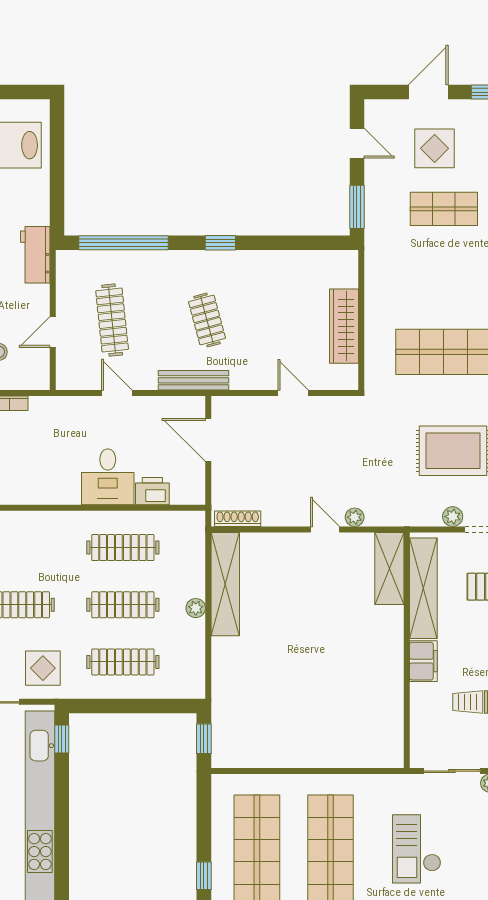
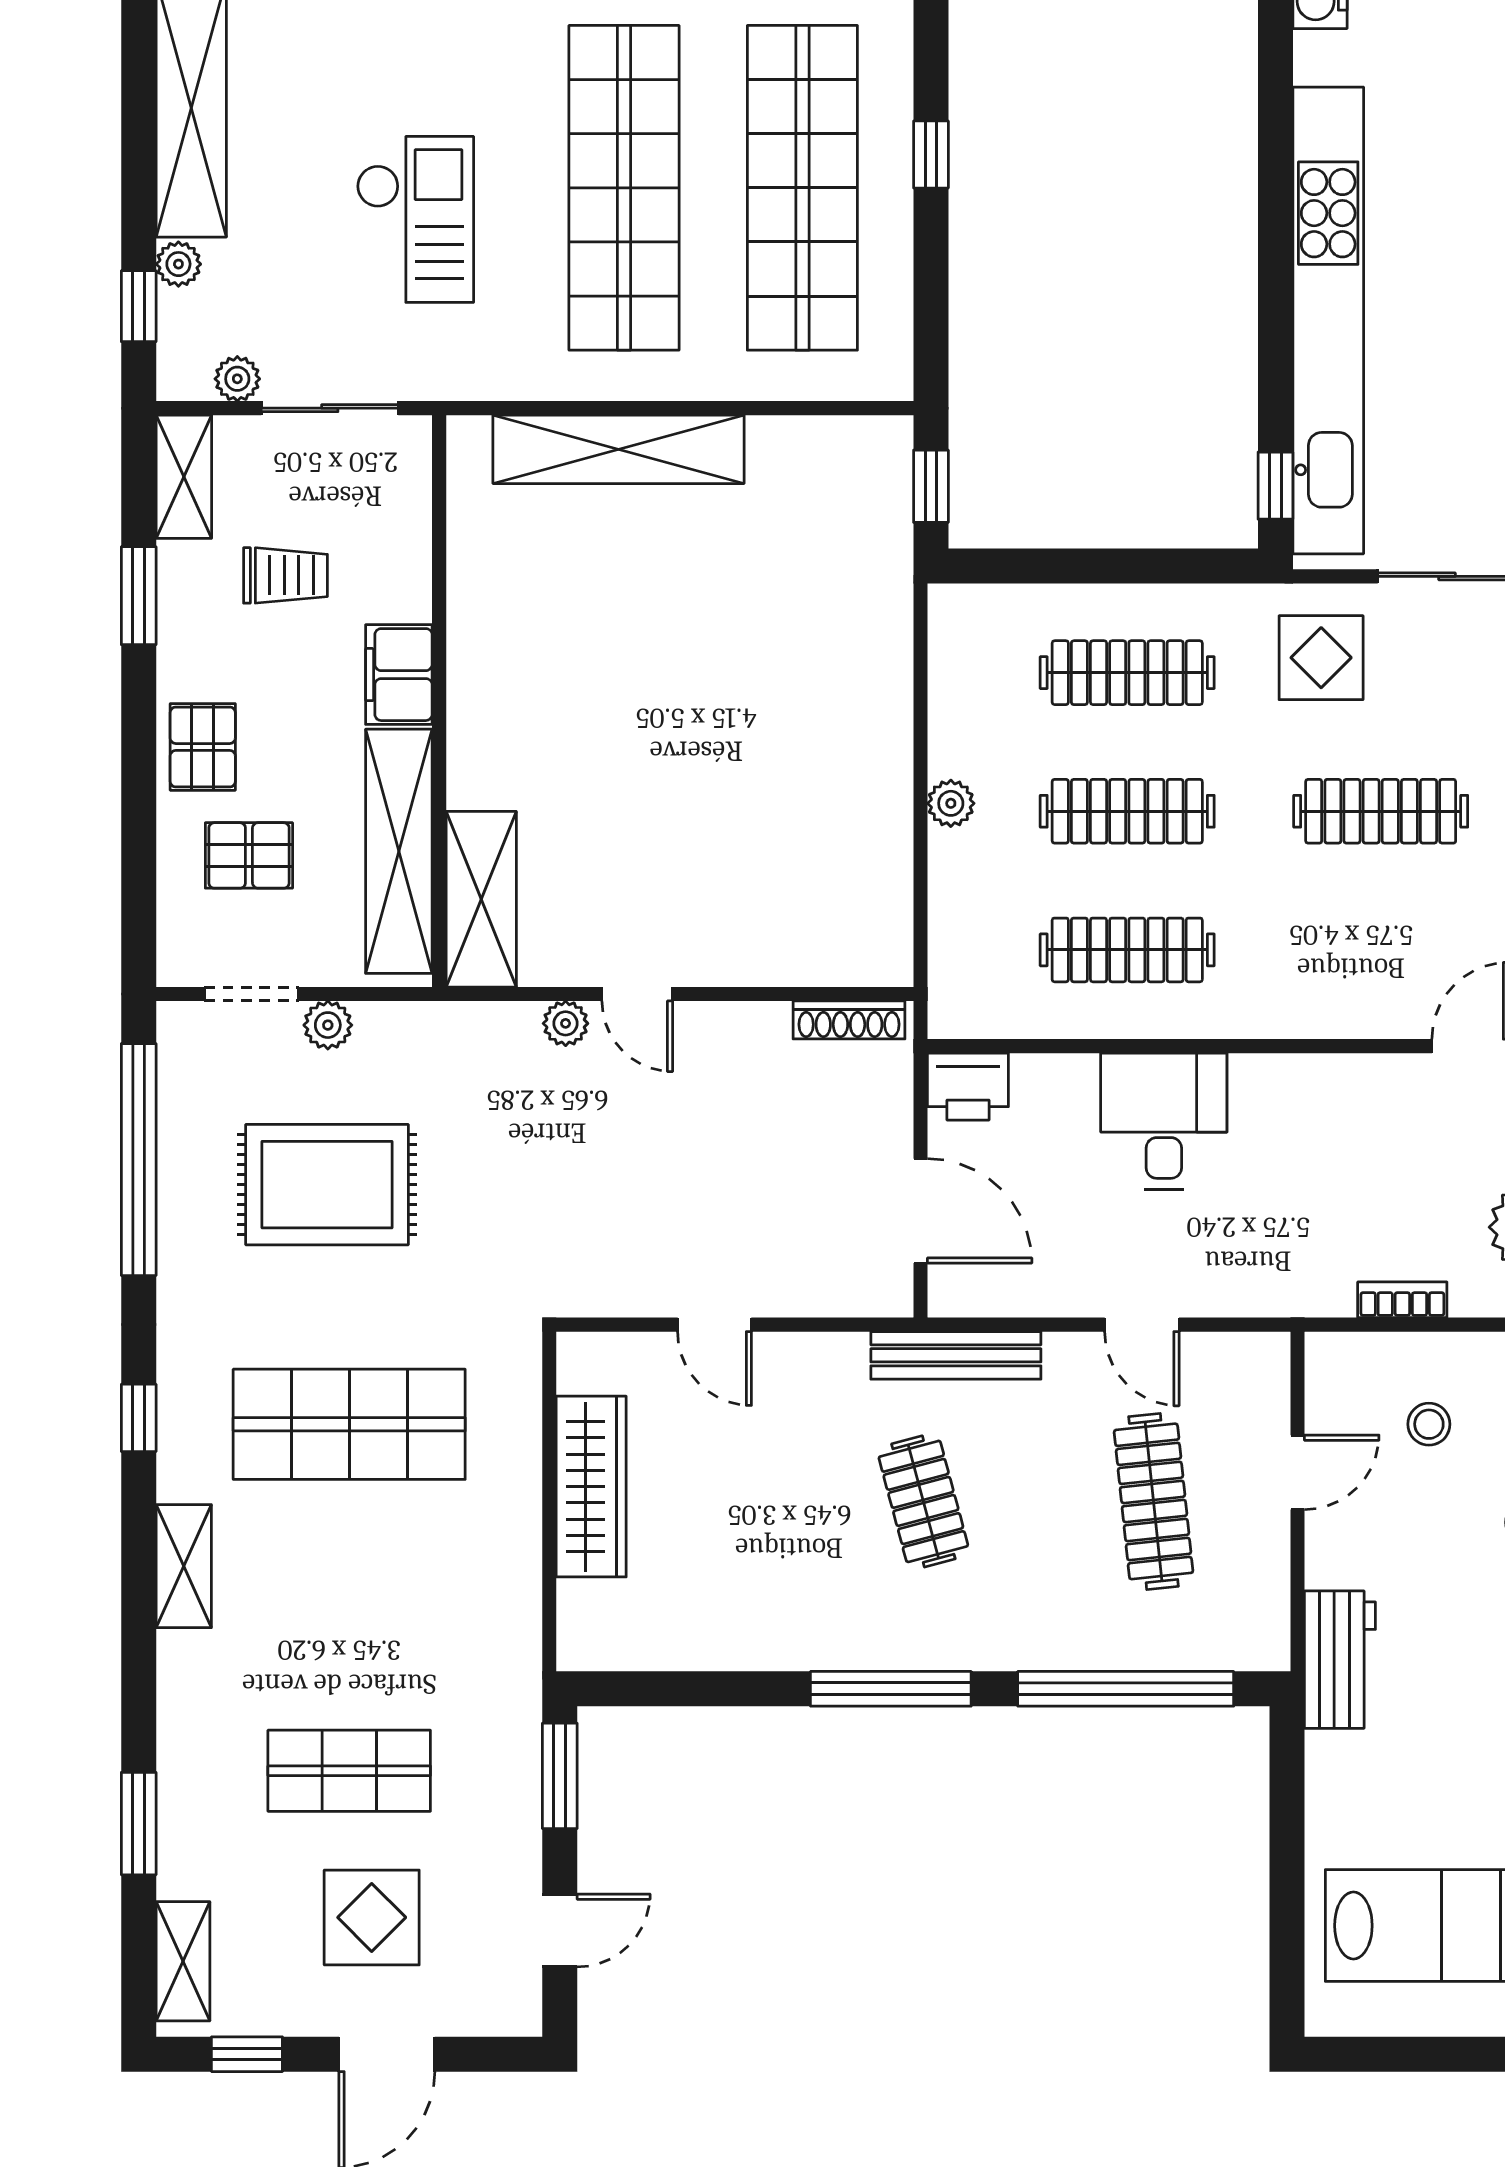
door: (357, 143) -> (560, 1931), swing flipped
window: (220, 243) -> (891, 1689), width x2.17
printer: (152, 491) -> (968, 1087), moved
shelving: (225, 584) -> (618, 449), moved, turned 90

